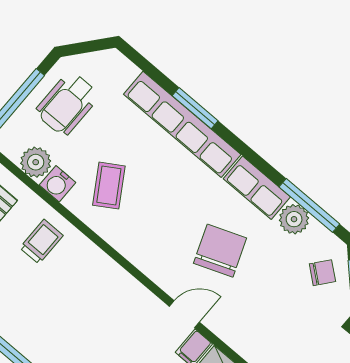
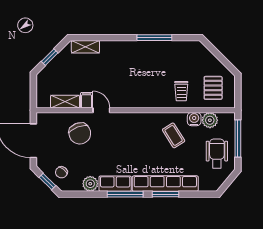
window: (309, 205) -> (125, 194), moved
chair: (220, 251) -> (80, 133), moved
door: (184, 314) -> (101, 110), swing flipped

